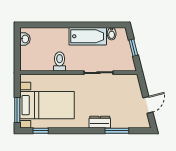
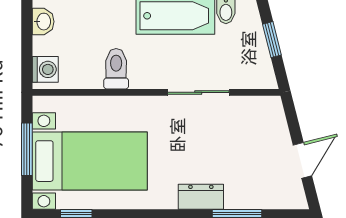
washing machine: (26, 62) -> (45, 69), added
window: (17, 110) -> (27, 149), moved

